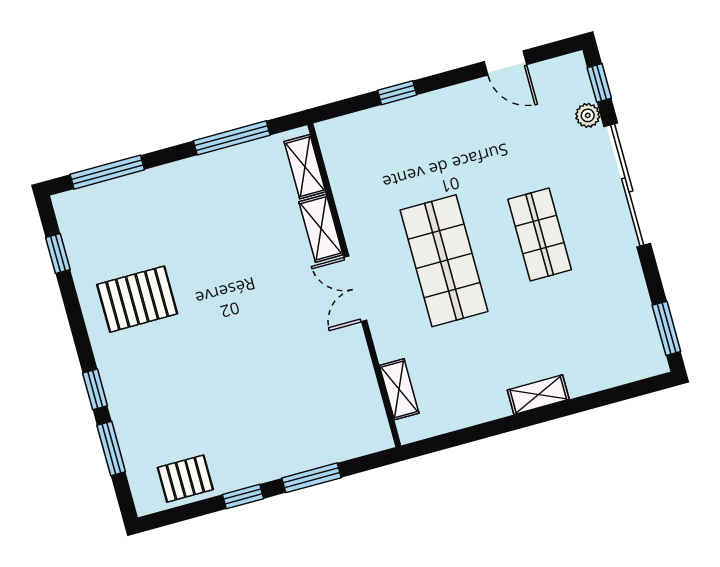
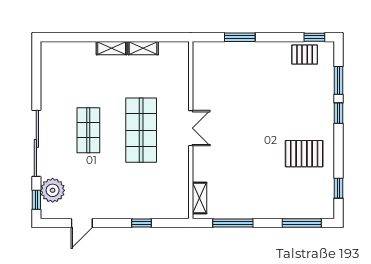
door: (505, 63) -> (82, 223), swing flipped
plant: (588, 115) -> (53, 190), width x1.88, depth x1.88
shelving: (321, 228) -> (200, 164), removed
window: (666, 328) -> (36, 64), removed
shelving: (399, 389) -> (143, 48), moved, turned 90
window: (243, 497) -> (314, 37), moved

